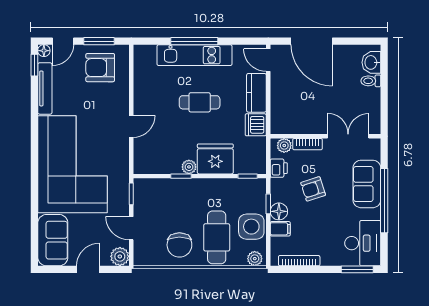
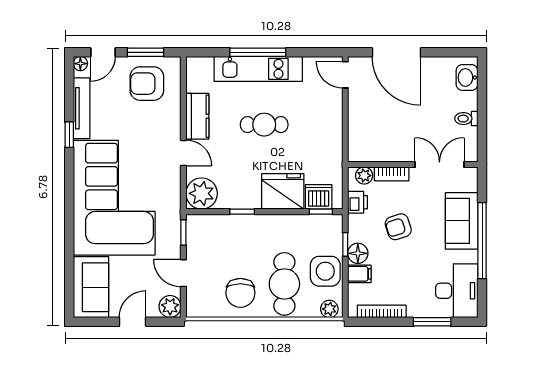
window: (34, 65) -> (69, 135), moved
toilet: (371, 81) -> (466, 119), moved
kitchen counter: (256, 93) -> (197, 116), moved, turned 180
dishwasher: (256, 125) -> (319, 197), moved, turned 90
door: (131, 126) -> (183, 153), hinge flipped
plant: (189, 167) -> (202, 193), moved, width x1.88, depth x1.88
window: (357, 269) -> (432, 322), moved

